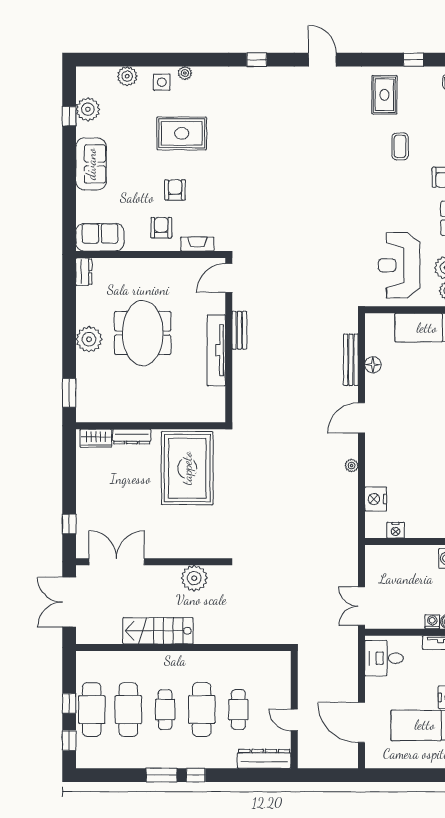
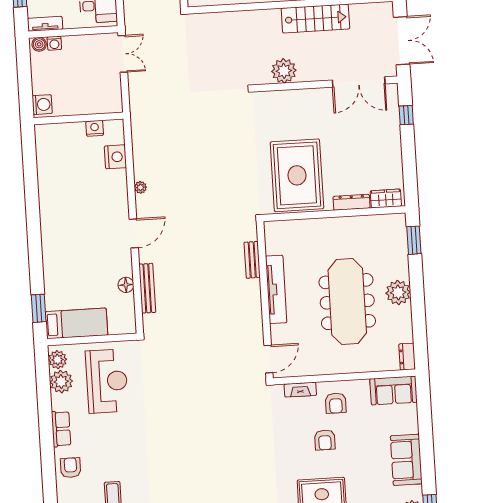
bench: (239, 330) -> (252, 260), moved
meeting table: (143, 333) -> (347, 302), width x1.36

